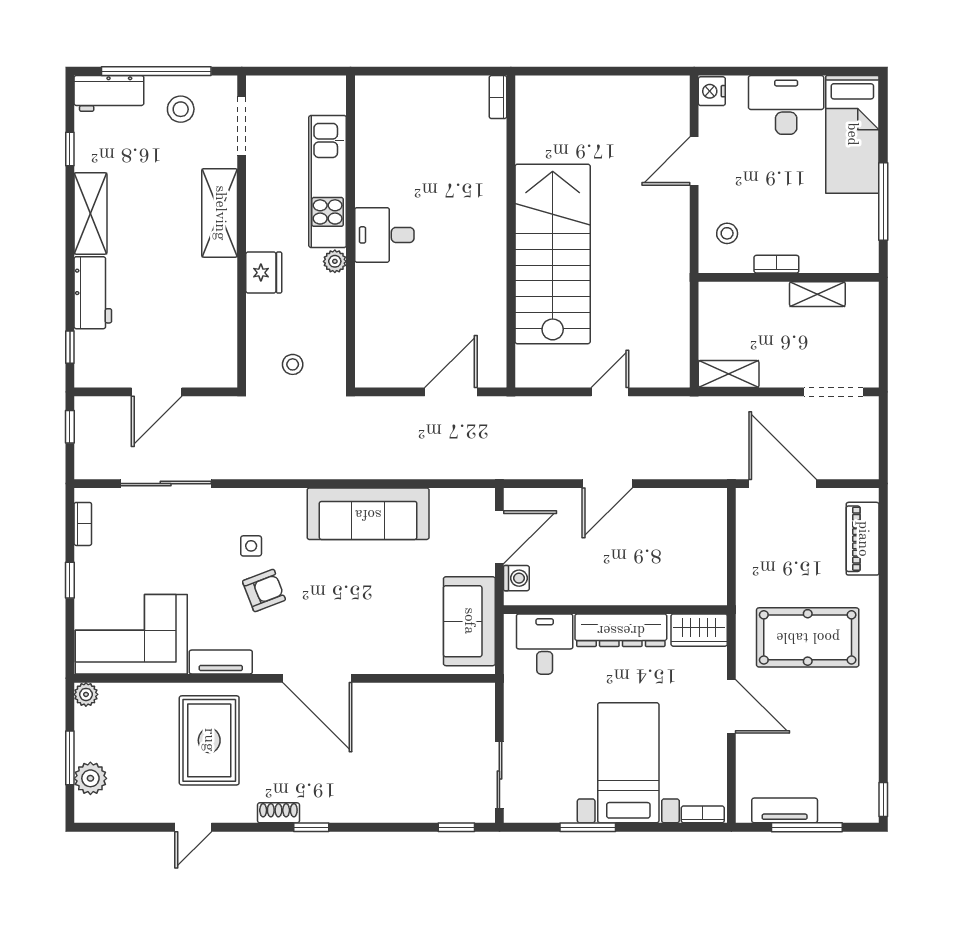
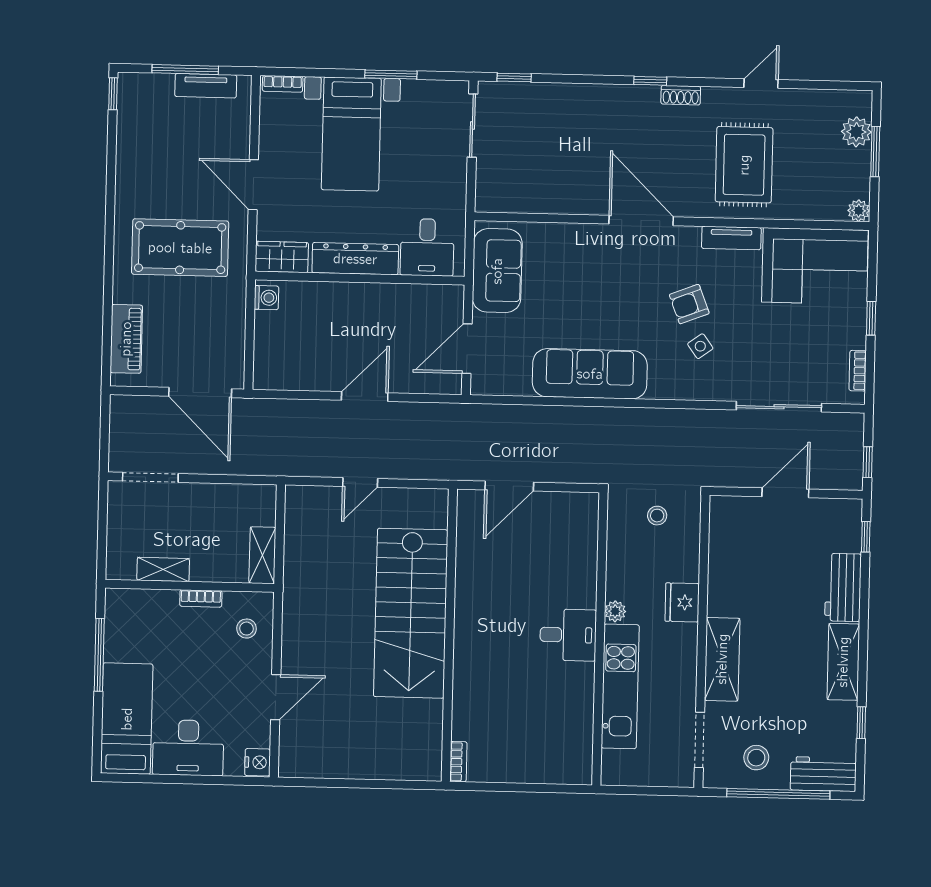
shelving: (729, 374) -> (262, 555), moved, turned 90
side table: (251, 546) -> (700, 346), turned -36
washing machine: (516, 578) -> (266, 298), moved, turned 180

